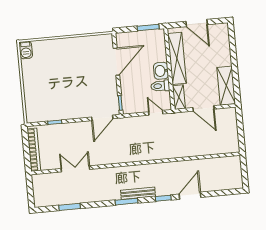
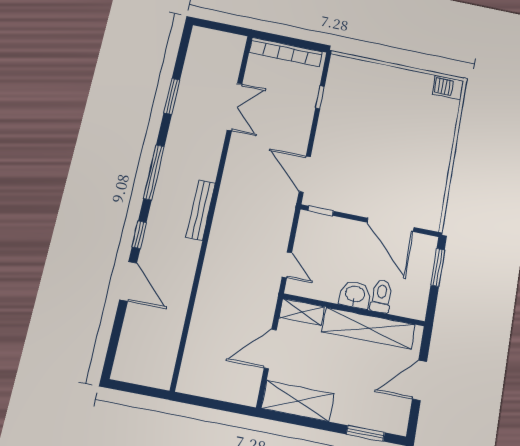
window: (148, 28) -> (438, 268), moved
window: (233, 45) -> (365, 433), added
toilet: (160, 86) -> (381, 296), moved
door: (156, 113) -> (287, 265), hinge flipped
bench: (138, 193) -> (201, 210), moved
window: (127, 202) -> (154, 172), width x1.44
window: (70, 207) -> (172, 96), moved

